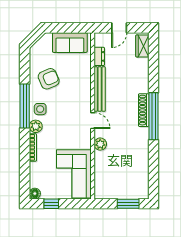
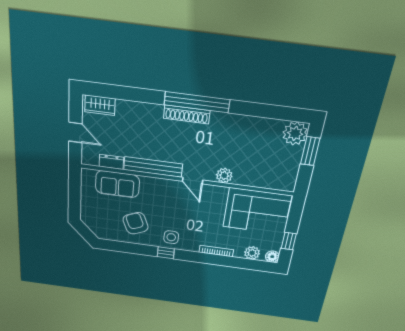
sofa: (70, 43) -> (117, 184), moved, turned 90
window: (25, 106) -> (166, 253), width x0.32
door: (93, 121) -> (193, 181), swing flipped
plant: (36, 126) -> (252, 253), moved
plant: (140, 190) -> (295, 133), added

